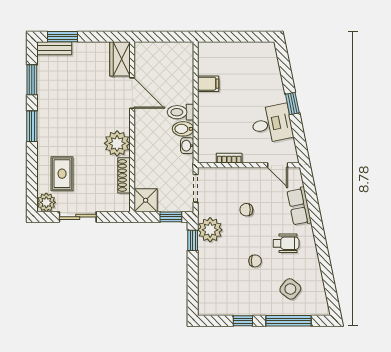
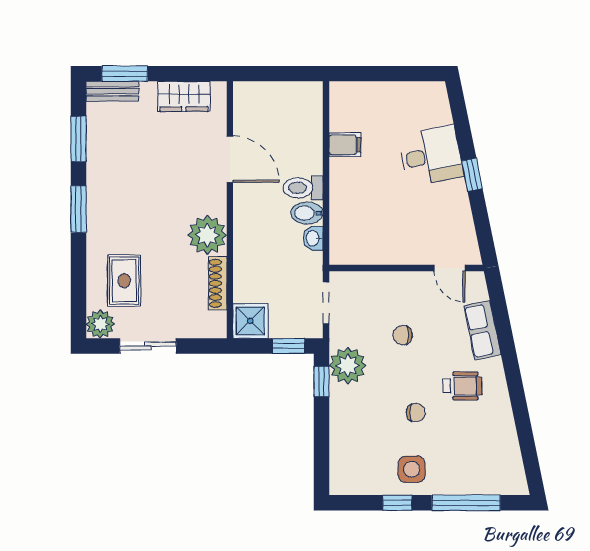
wardrobe: (120, 59) -> (184, 96), moved, turned -90
desk: (272, 124) -> (431, 156), moved
bookcase: (229, 158) -> (377, 257), removed
side table: (290, 289) -> (412, 469), moved, turned -38

